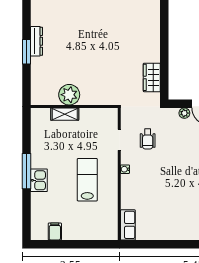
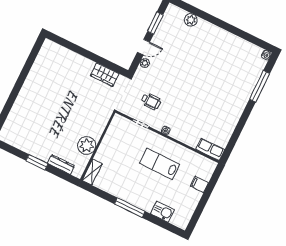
dresser: (36, 41) -> (61, 164), moved
shelving: (65, 114) -> (92, 172), moved
kitchen sink: (39, 180) -> (162, 212), moved
filing cabinet: (55, 232) -> (199, 184), moved

